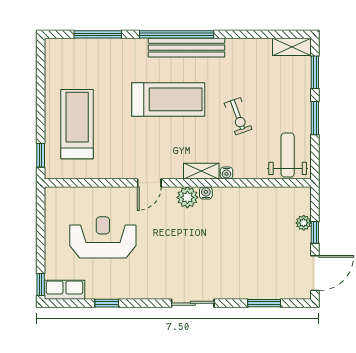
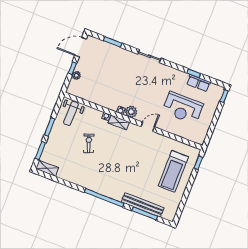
bench: (186, 48) -> (143, 205), moved
treadmill: (168, 99) -> (121, 166), removed
row of seats: (64, 290) -> (198, 83), moved

